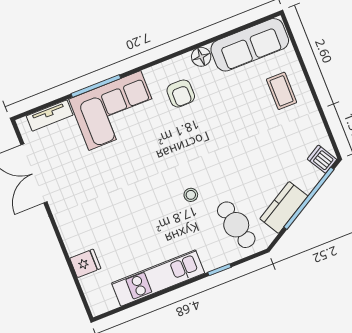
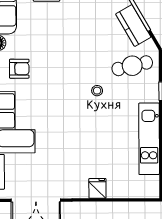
fridge: (85, 263) -> (97, 188), moved

